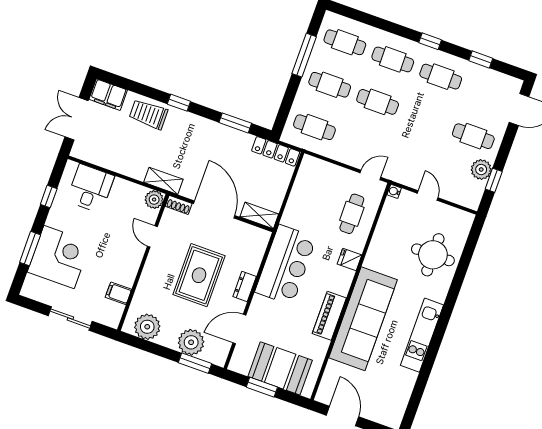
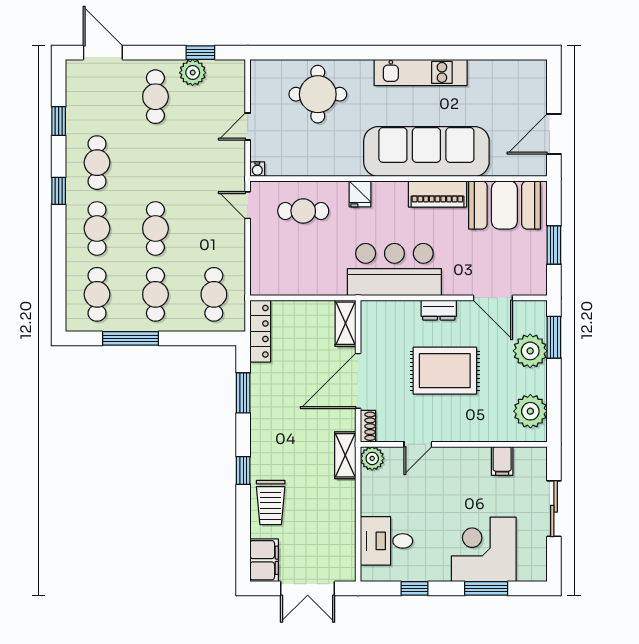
booth: (280, 368) -> (504, 205), moved, turned 90

